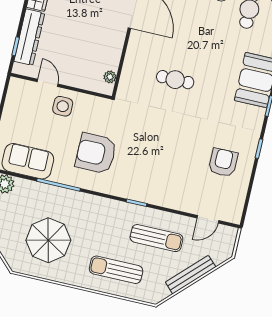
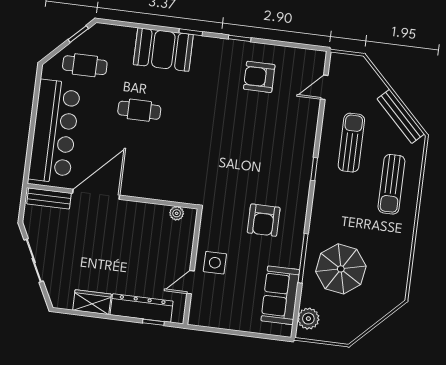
cafe table: (175, 80) -> (139, 110), moved, turned 90
armchair: (96, 153) -> (264, 220), width x0.73, depth x0.73
door: (208, 219) -> (324, 87), swing flipped
parasol: (48, 240) -> (341, 269), moved
bench: (191, 275) -> (401, 116), moved

